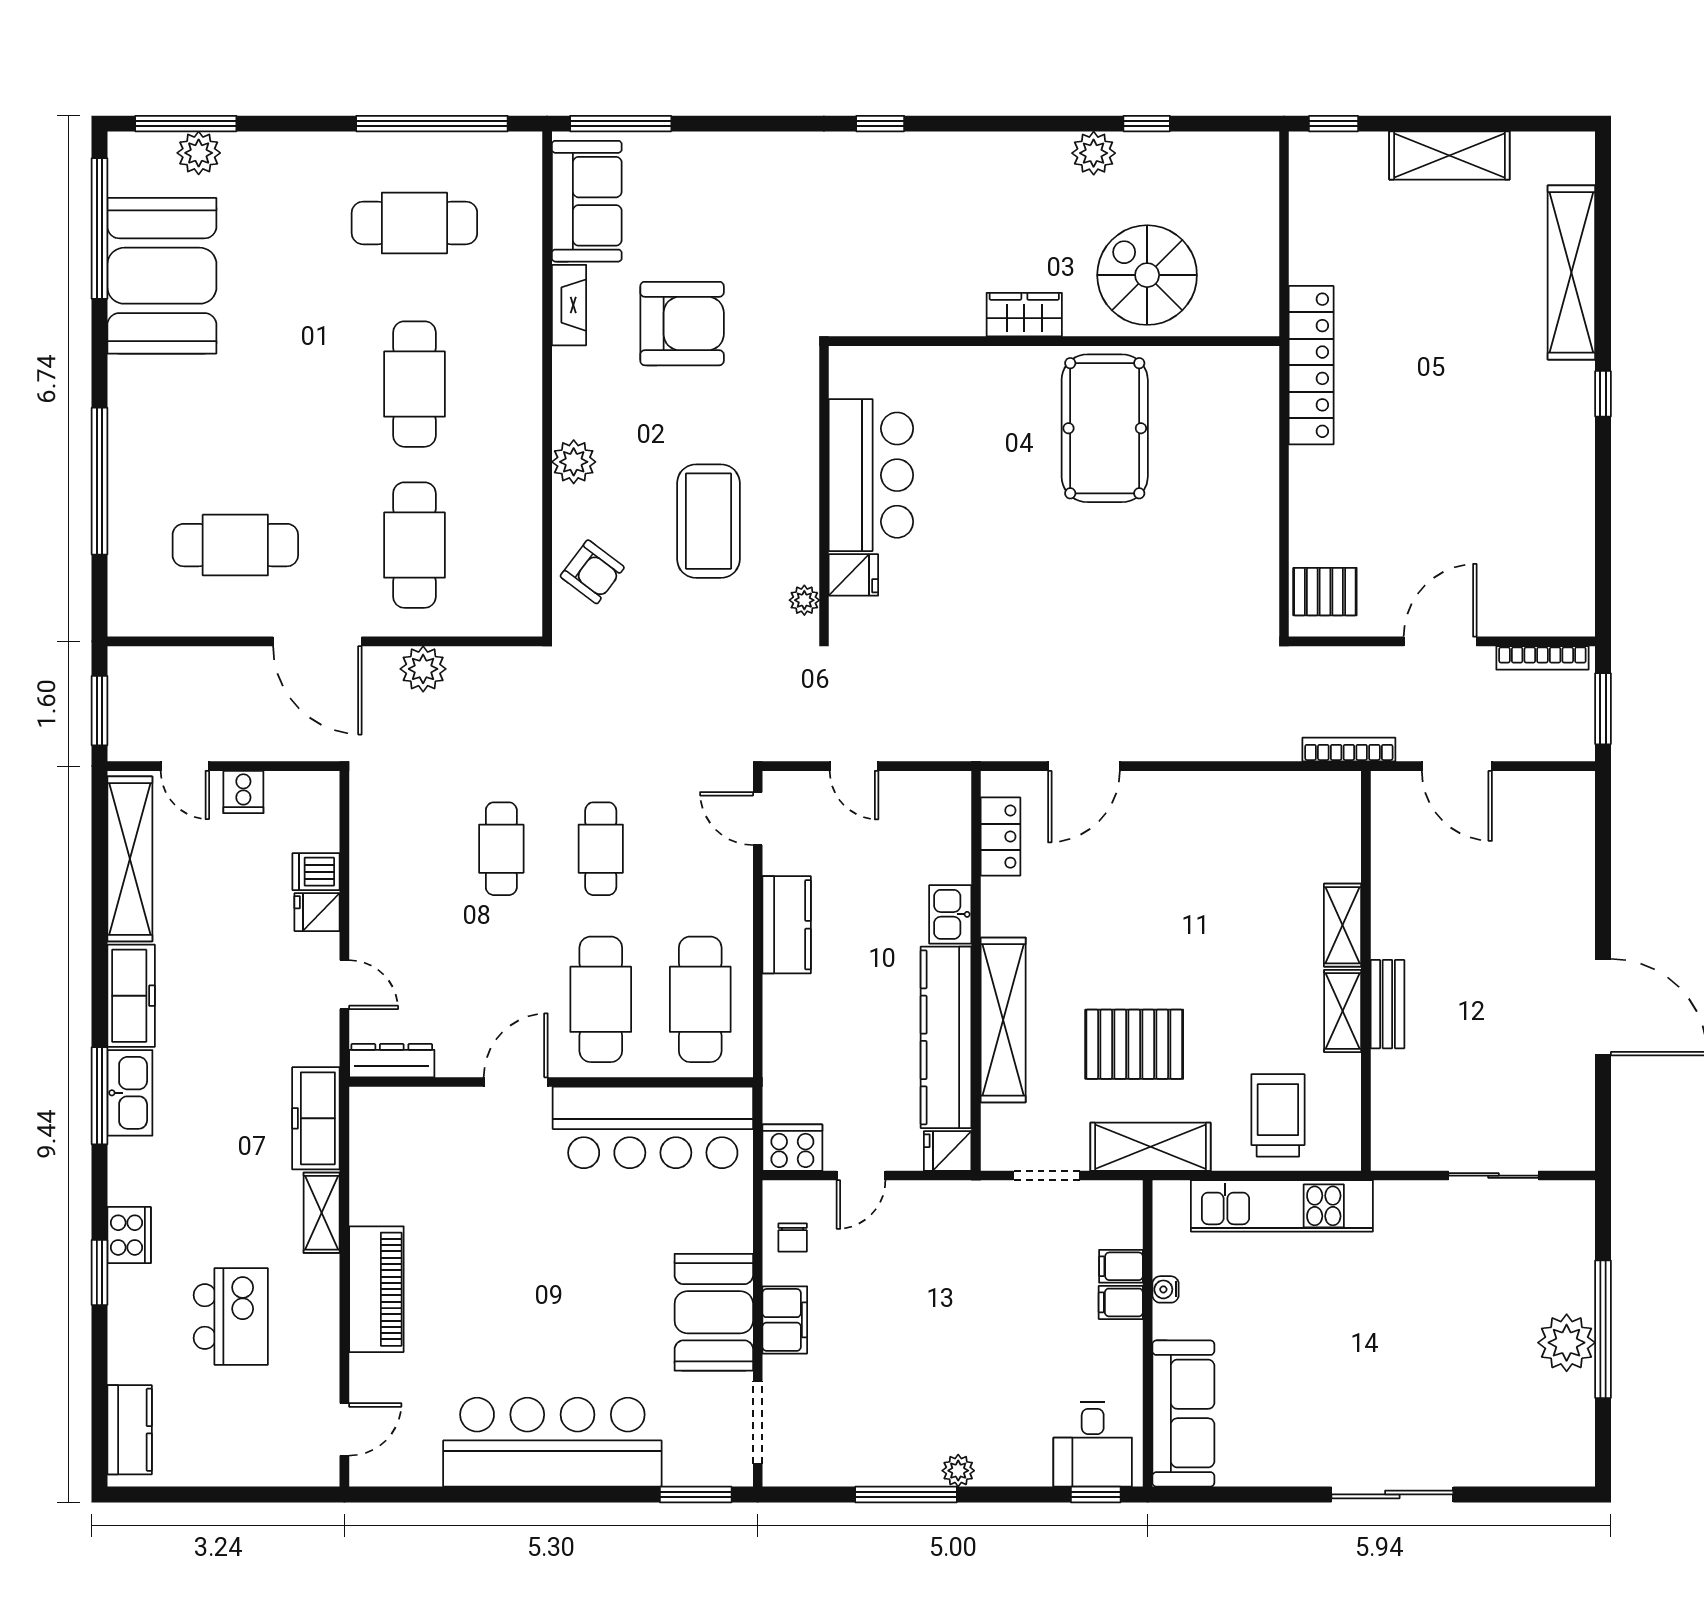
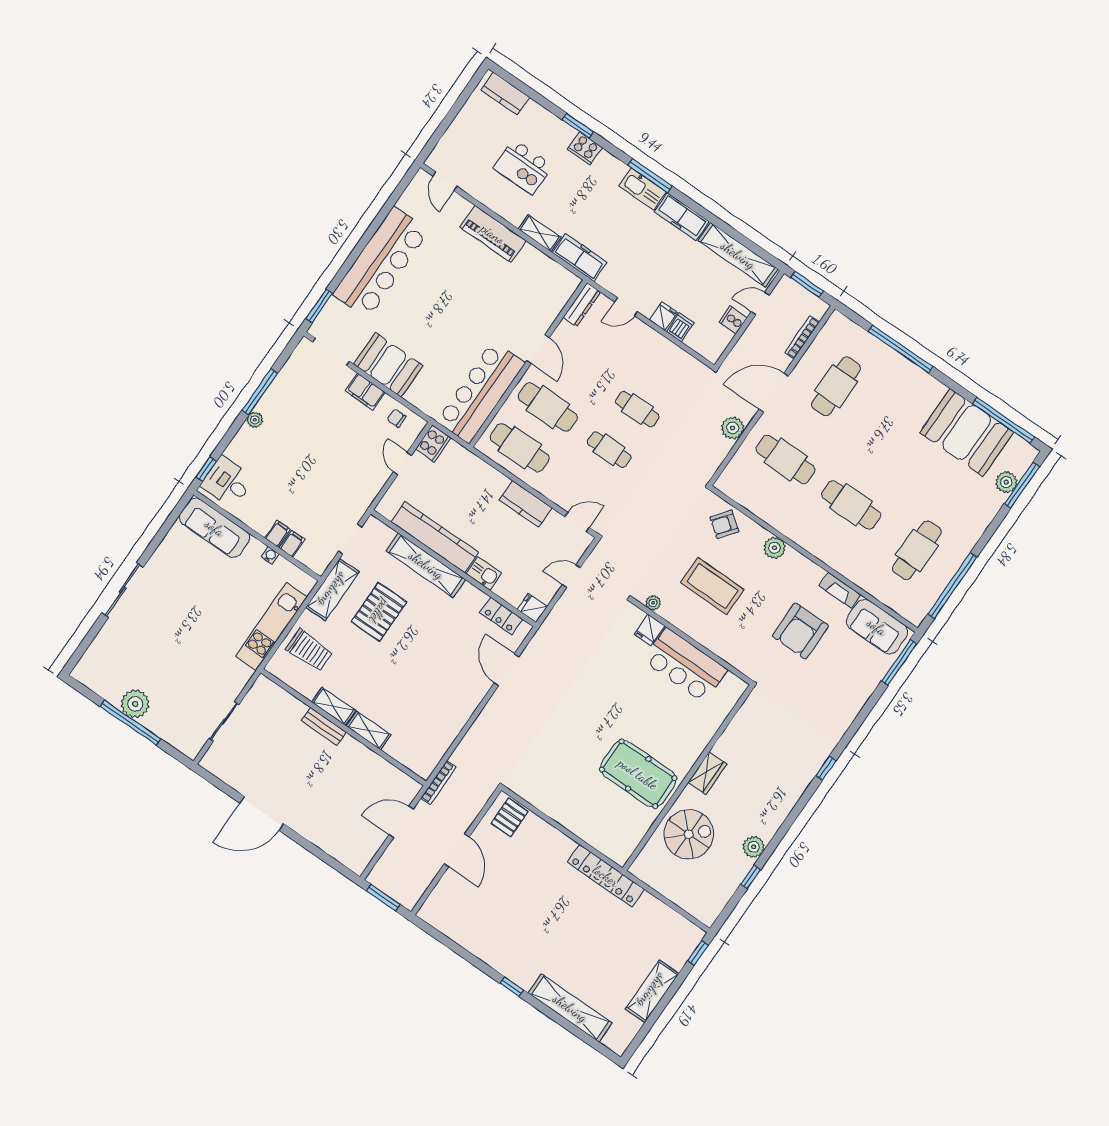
bookcase: (1542, 658) -> (802, 337), moved
fridge: (948, 1151) -> (532, 608), moved, turned -90

